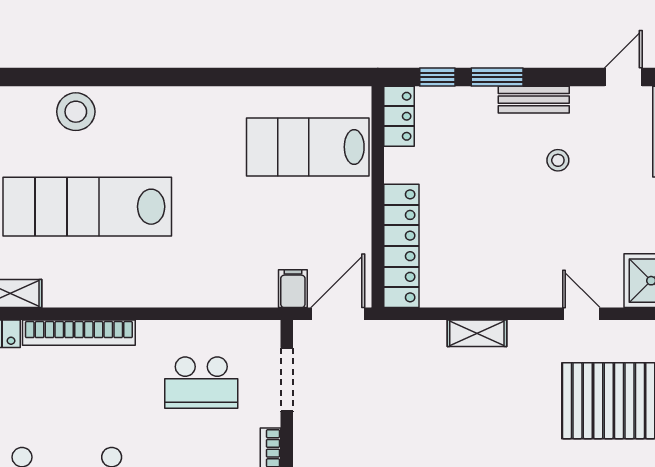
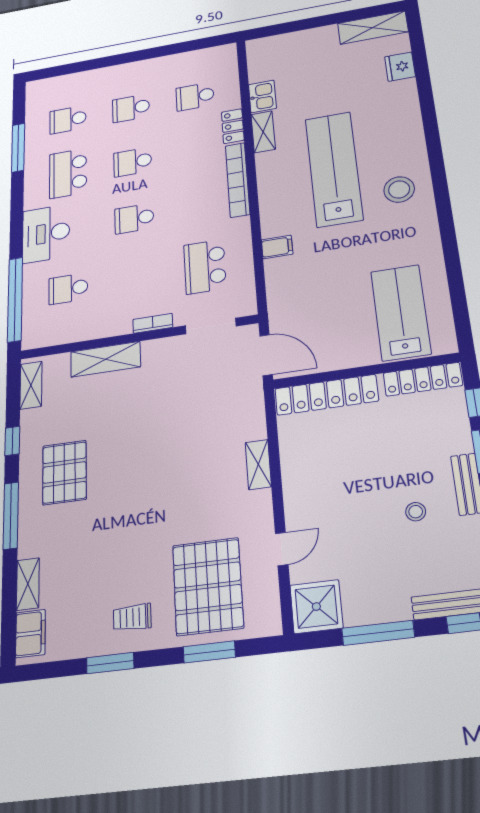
stool: (76, 112) -> (399, 189), moved
locker: (399, 116) -> (423, 379), width x1.53
filing cabinet: (293, 289) -> (277, 247), moved

